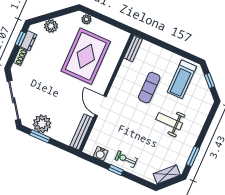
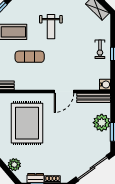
rug: (86, 56) -> (27, 123), turned 90
plant: (42, 124) -> (102, 123), moved
water cooler: (101, 154) -> (105, 85), moved

